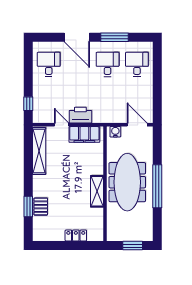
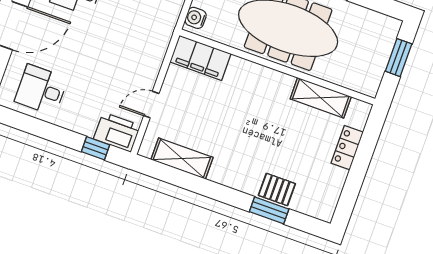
printer: (80, 115) -> (117, 132), moved, turned 90
filing cabinet: (84, 134) -> (200, 58), moved, turned 90
shelving: (39, 151) -> (182, 158), width x0.68
shelving: (97, 191) -> (321, 98), moved

